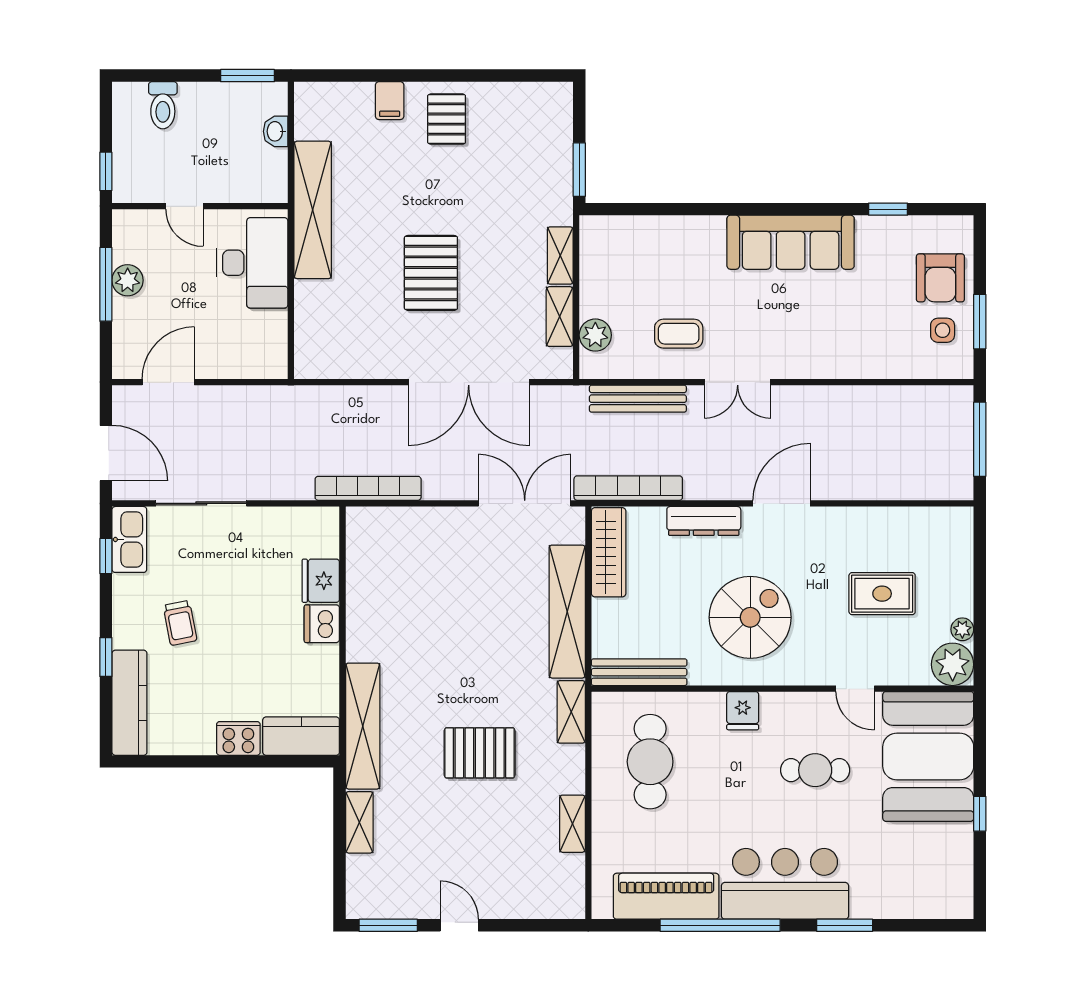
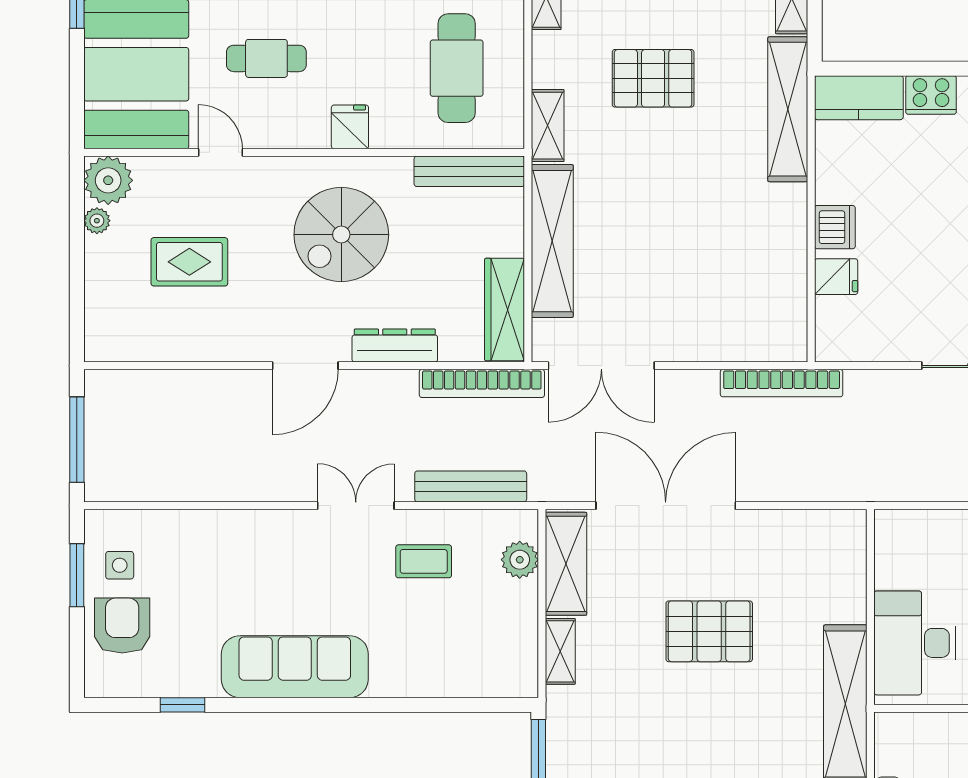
pallet: (431, 273) -> (709, 631), turned 90
shelving: (560, 317) -> (566, 564), width x1.50, depth x1.33
fridge: (321, 581) -> (836, 277), width x0.72

